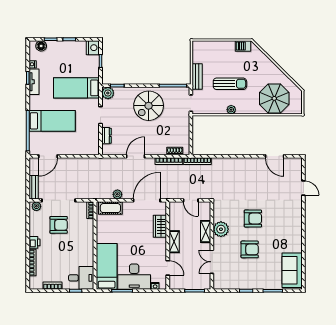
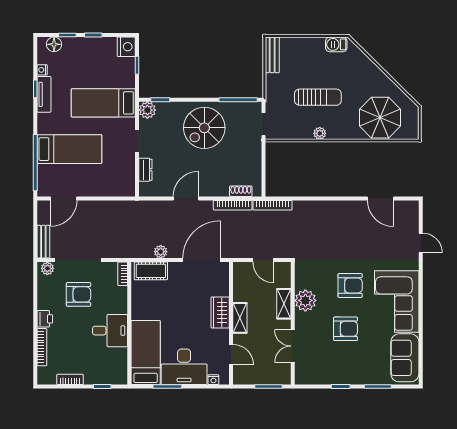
bench: (197, 77) -> (272, 55), moved
wardrobe: (160, 226) -> (220, 312), moved
corner sofa: (286, 230) -> (397, 301), added
desk: (81, 278) -> (110, 331), moved

